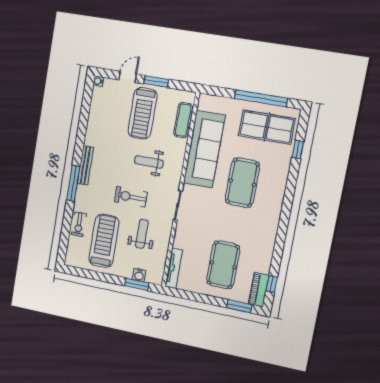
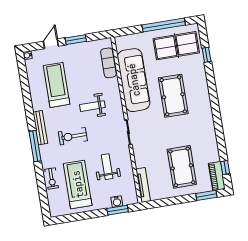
treadmill: (142, 113) -> (57, 85), moved, turned 180
exercise bike: (131, 197) -> (73, 136), moved

